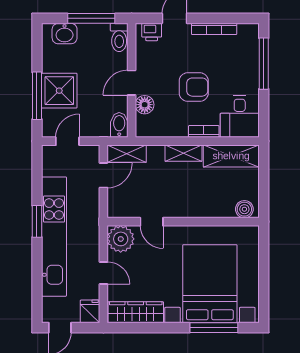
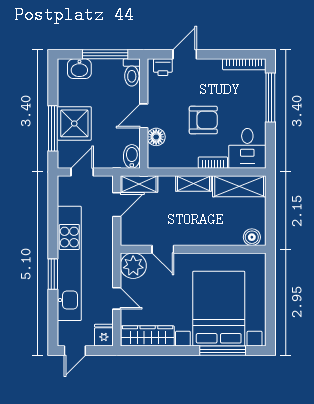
bookcase: (214, 29) -> (244, 64), moved
window: (37, 221) -> (53, 274), moved

